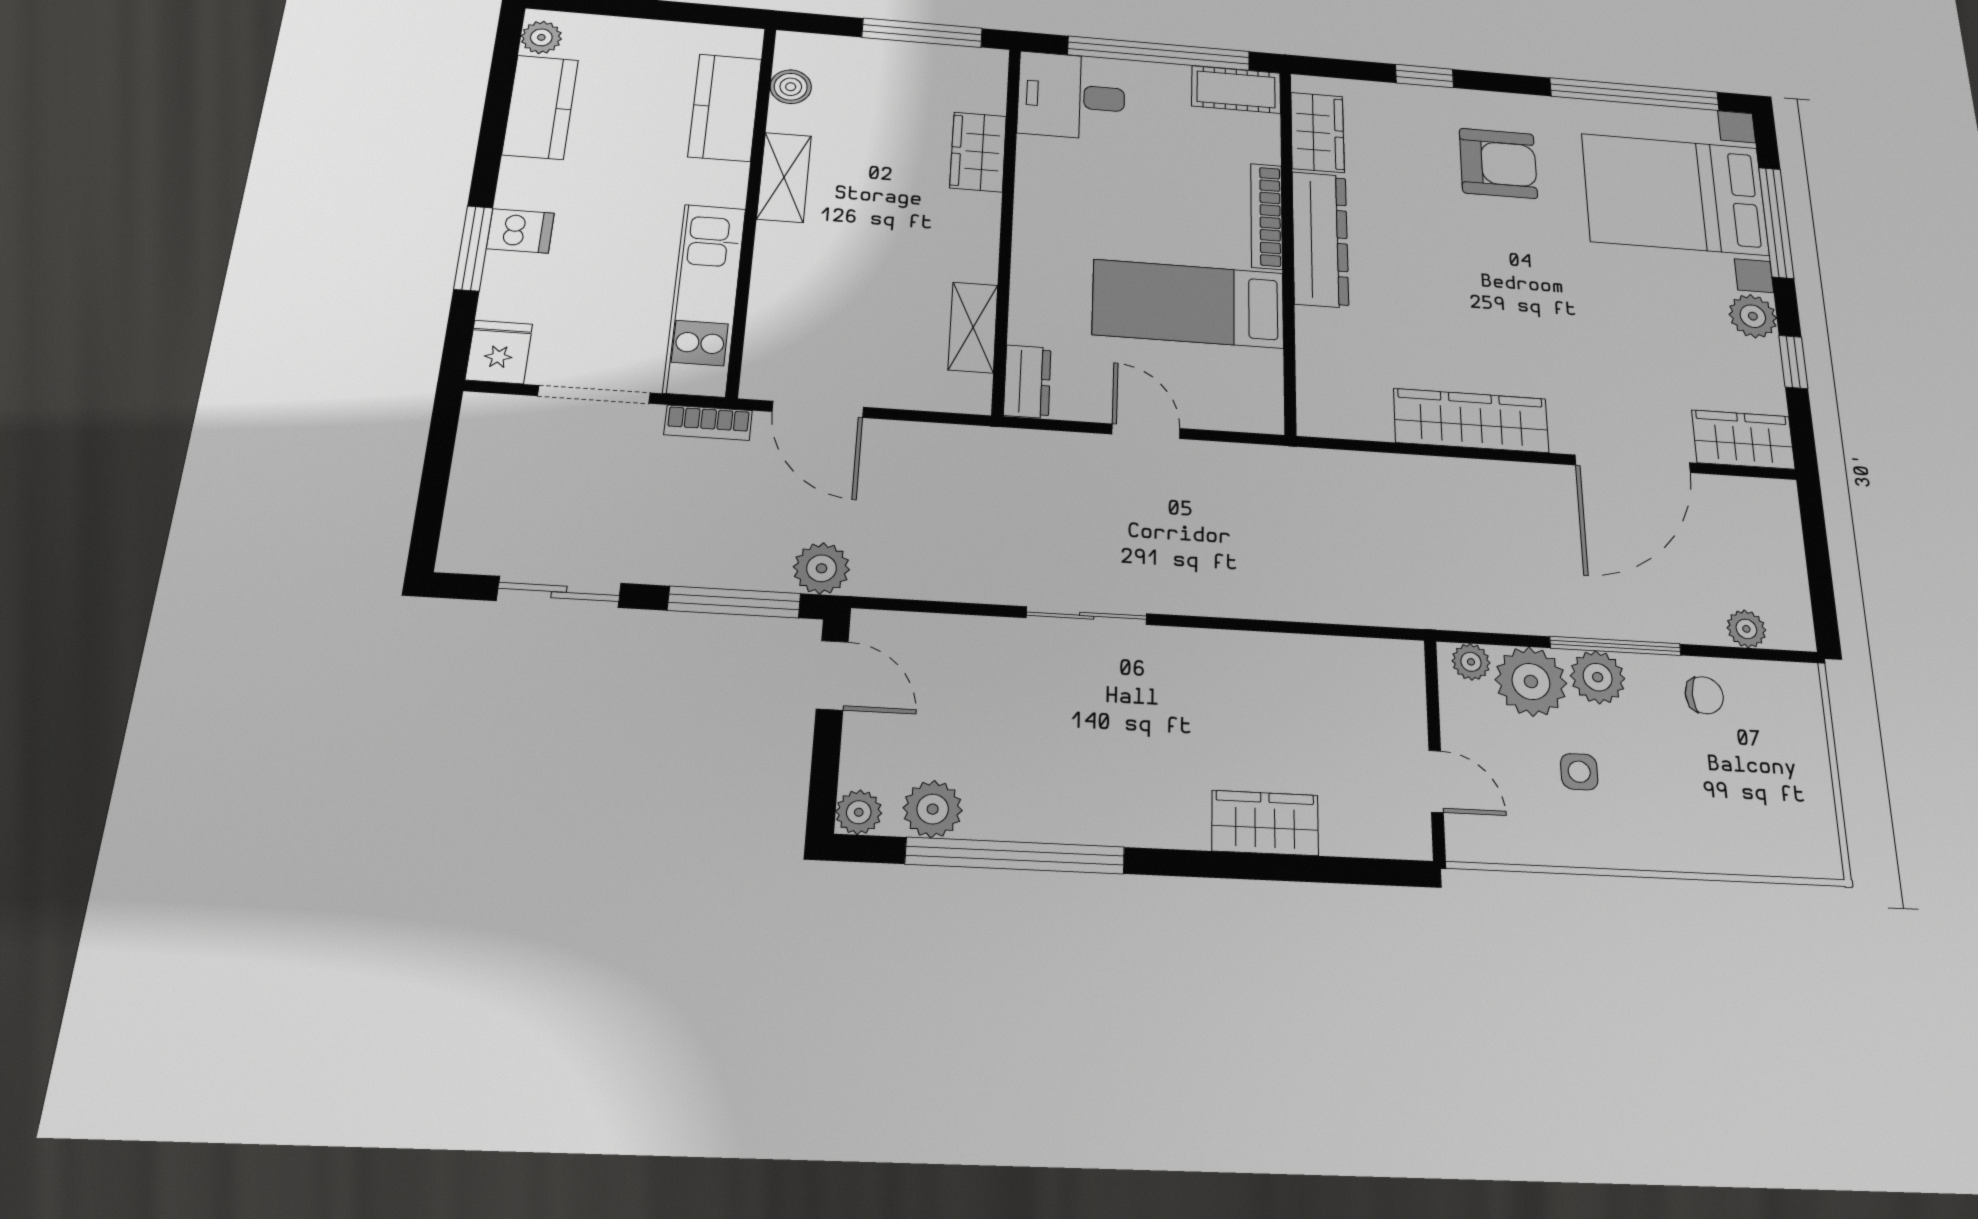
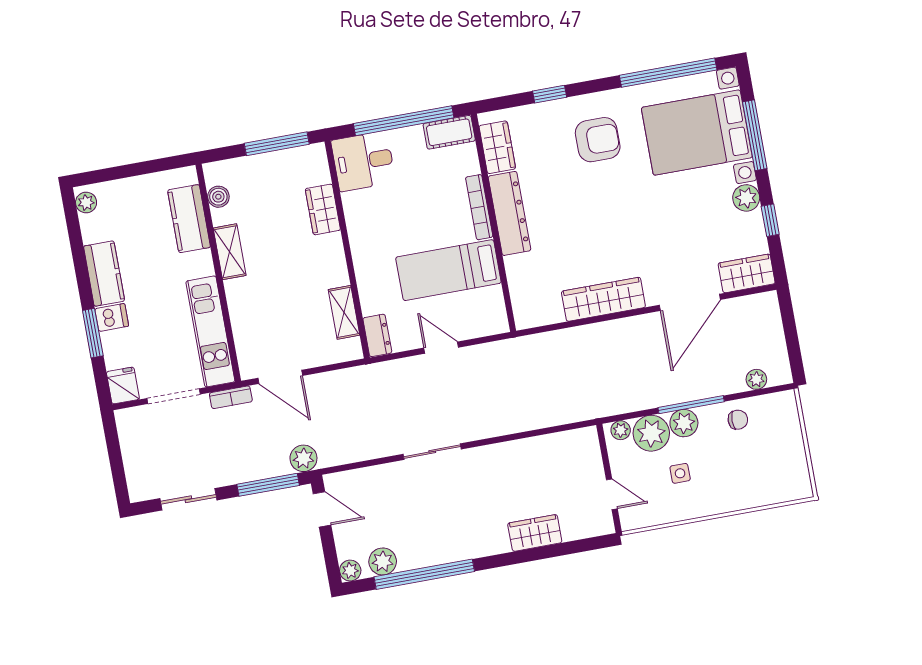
kitchen counter: (540, 107) -> (104, 274), moved

